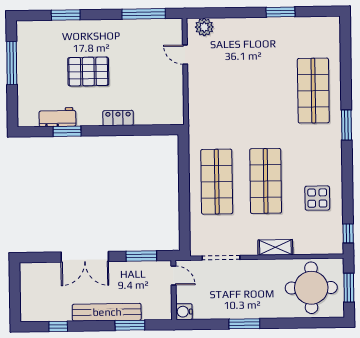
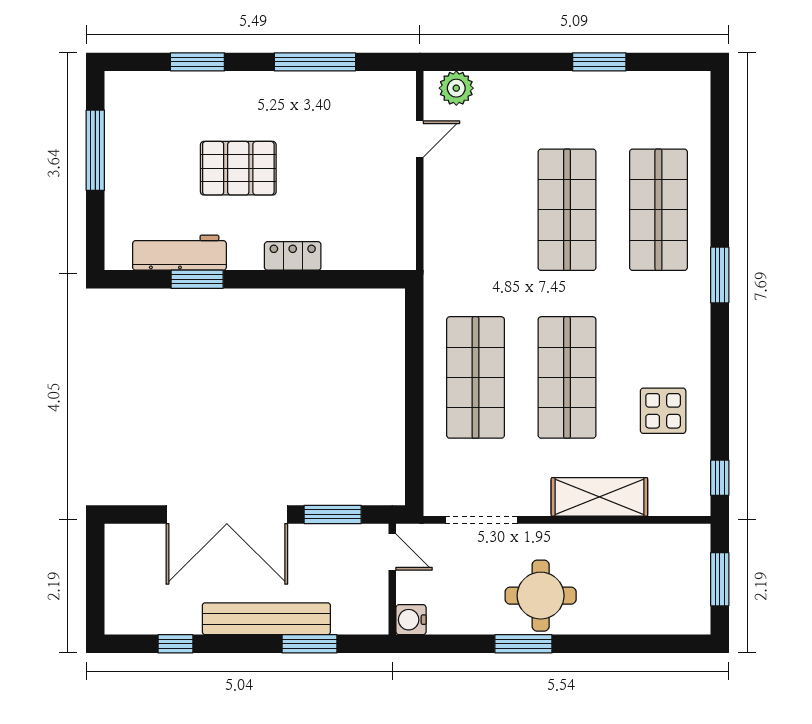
window: (144, 14) -> (315, 62), moved
door: (185, 55) -> (420, 139), swing flipped
shop shelf: (264, 91) -> (567, 210), added
workbench: (57, 117) -> (179, 253), width x1.38
shelving: (275, 247) -> (599, 497), width x1.50, depth x1.33
double door: (85, 257) -> (227, 514), width x1.36
round table: (311, 288) -> (541, 596), moved, width x0.73, depth x0.73

